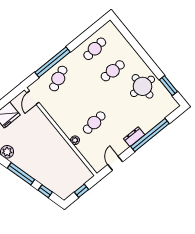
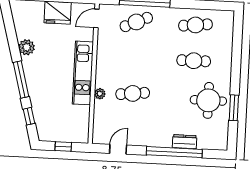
window: (168, 86) -> (234, 108), moved
kitchen unit: (54, 137) -> (83, 73), added
dresser: (134, 137) -> (185, 142), moved

